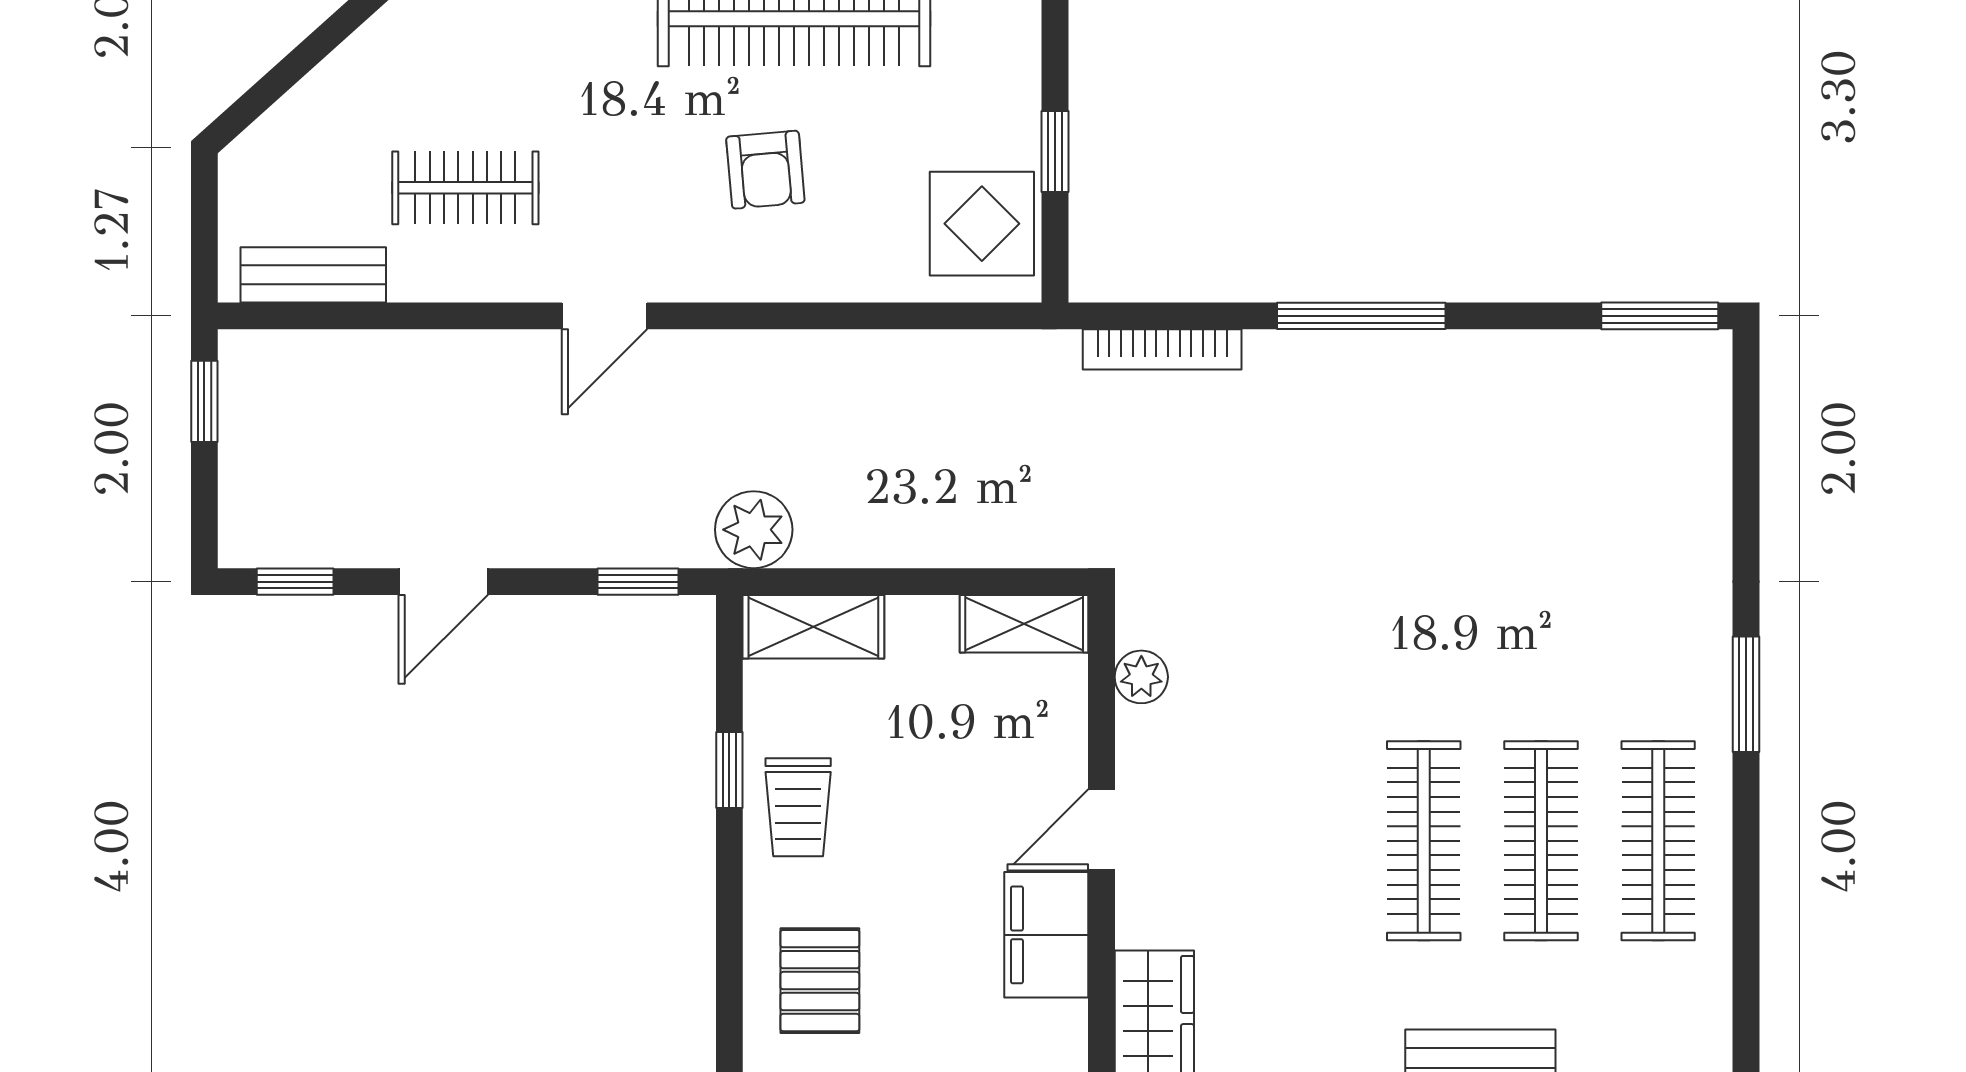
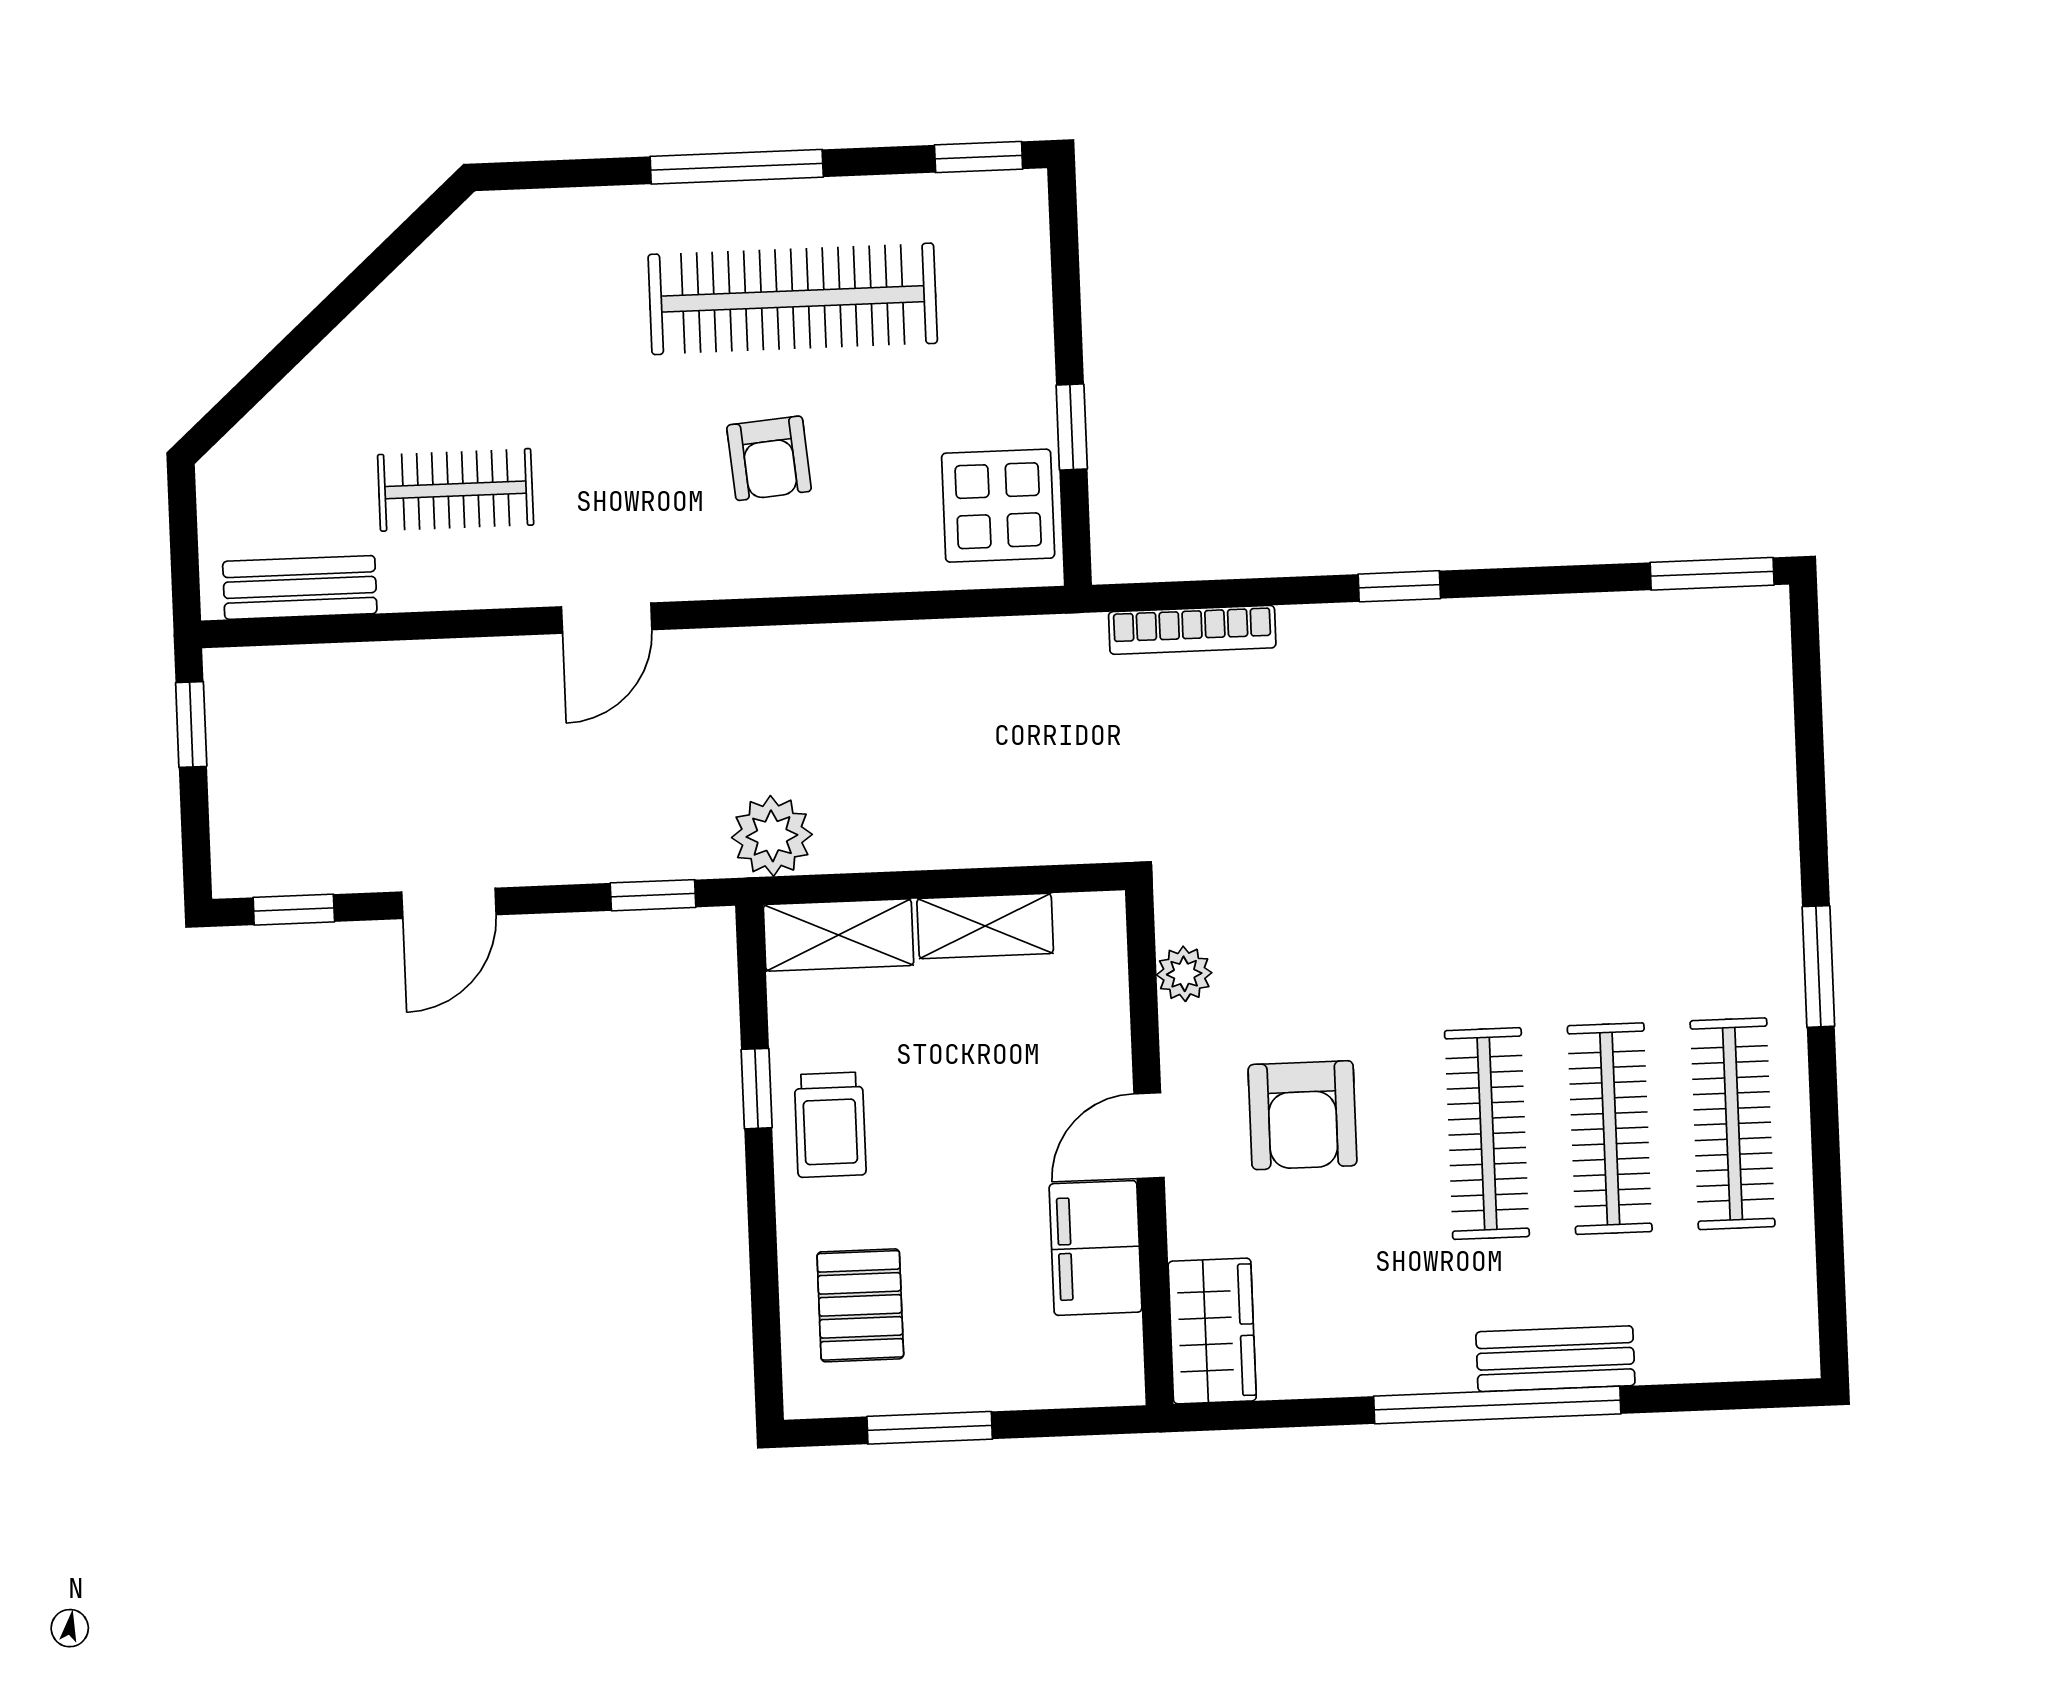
window: (1361, 316) -> (1399, 586), width x0.46
shelving: (1024, 624) -> (985, 926), moved
armchair: (1249, 816) -> (1303, 1115), added

